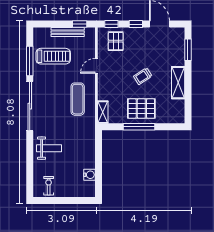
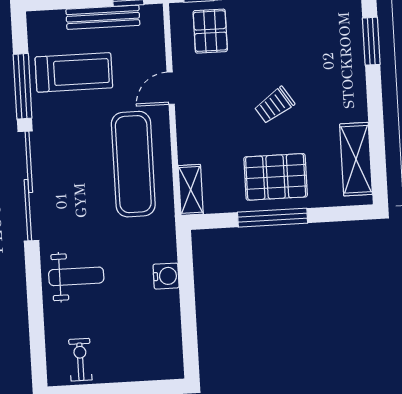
shelving: (178, 83) -> (356, 159), moved
exercise mat: (78, 99) -> (133, 164), width x1.36, depth x1.45
water cooler: (89, 175) -> (166, 276), moved

